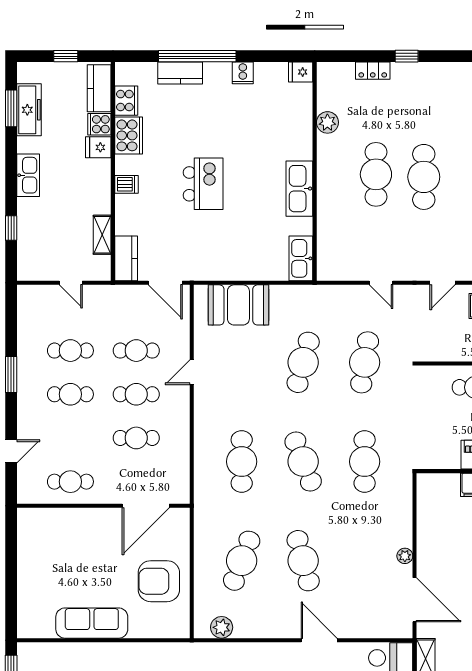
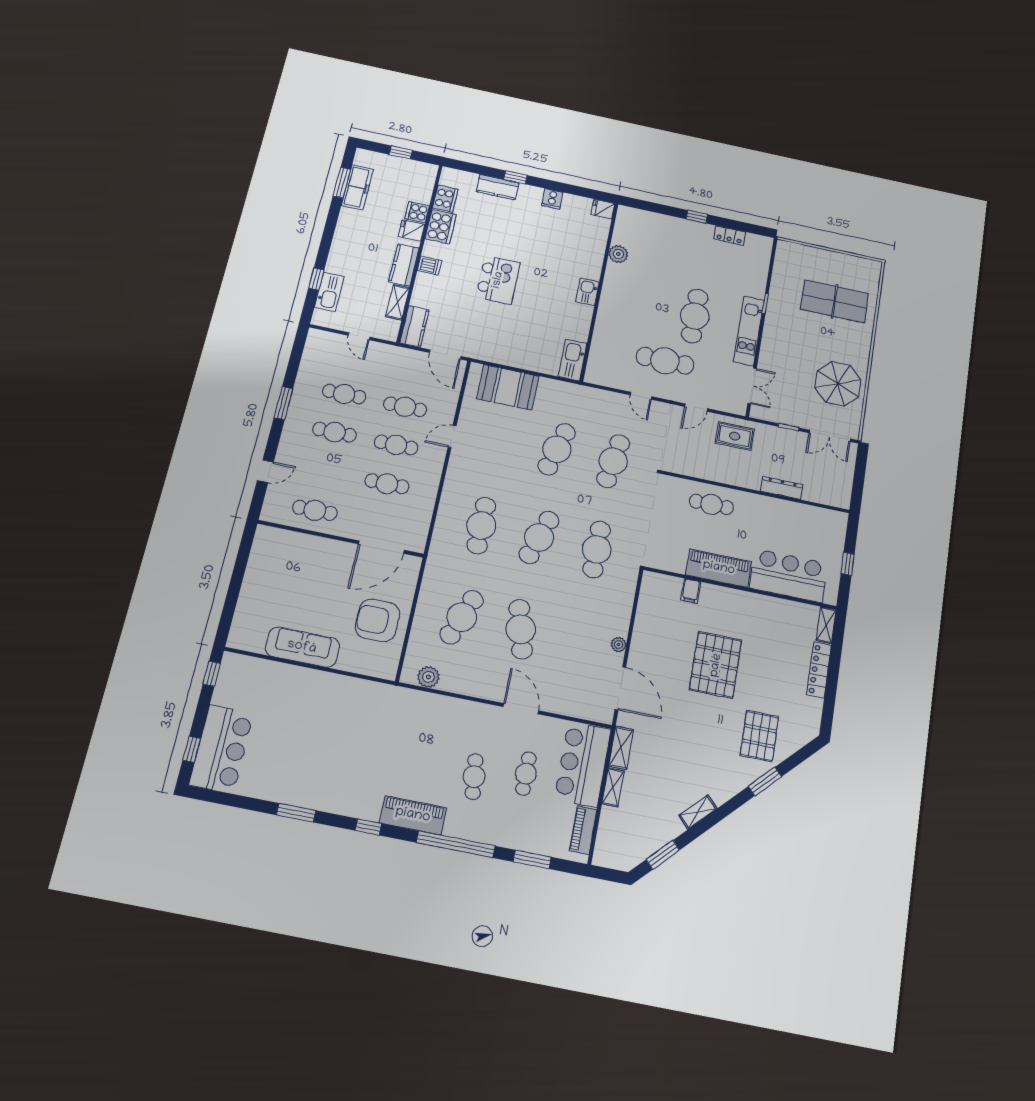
window: (197, 56) -> (515, 177), width x0.32
locker: (373, 71) -> (730, 235), moved
kitchen counter: (99, 88) -> (404, 265), moved
cafe table: (376, 174) -> (665, 361), moved, turned 90
kitchen sink: (28, 175) -> (329, 292), moved
kitchen sink: (299, 189) -> (587, 292), width x0.53, depth x0.81
cafe table: (303, 462) -> (539, 537), turned 39

